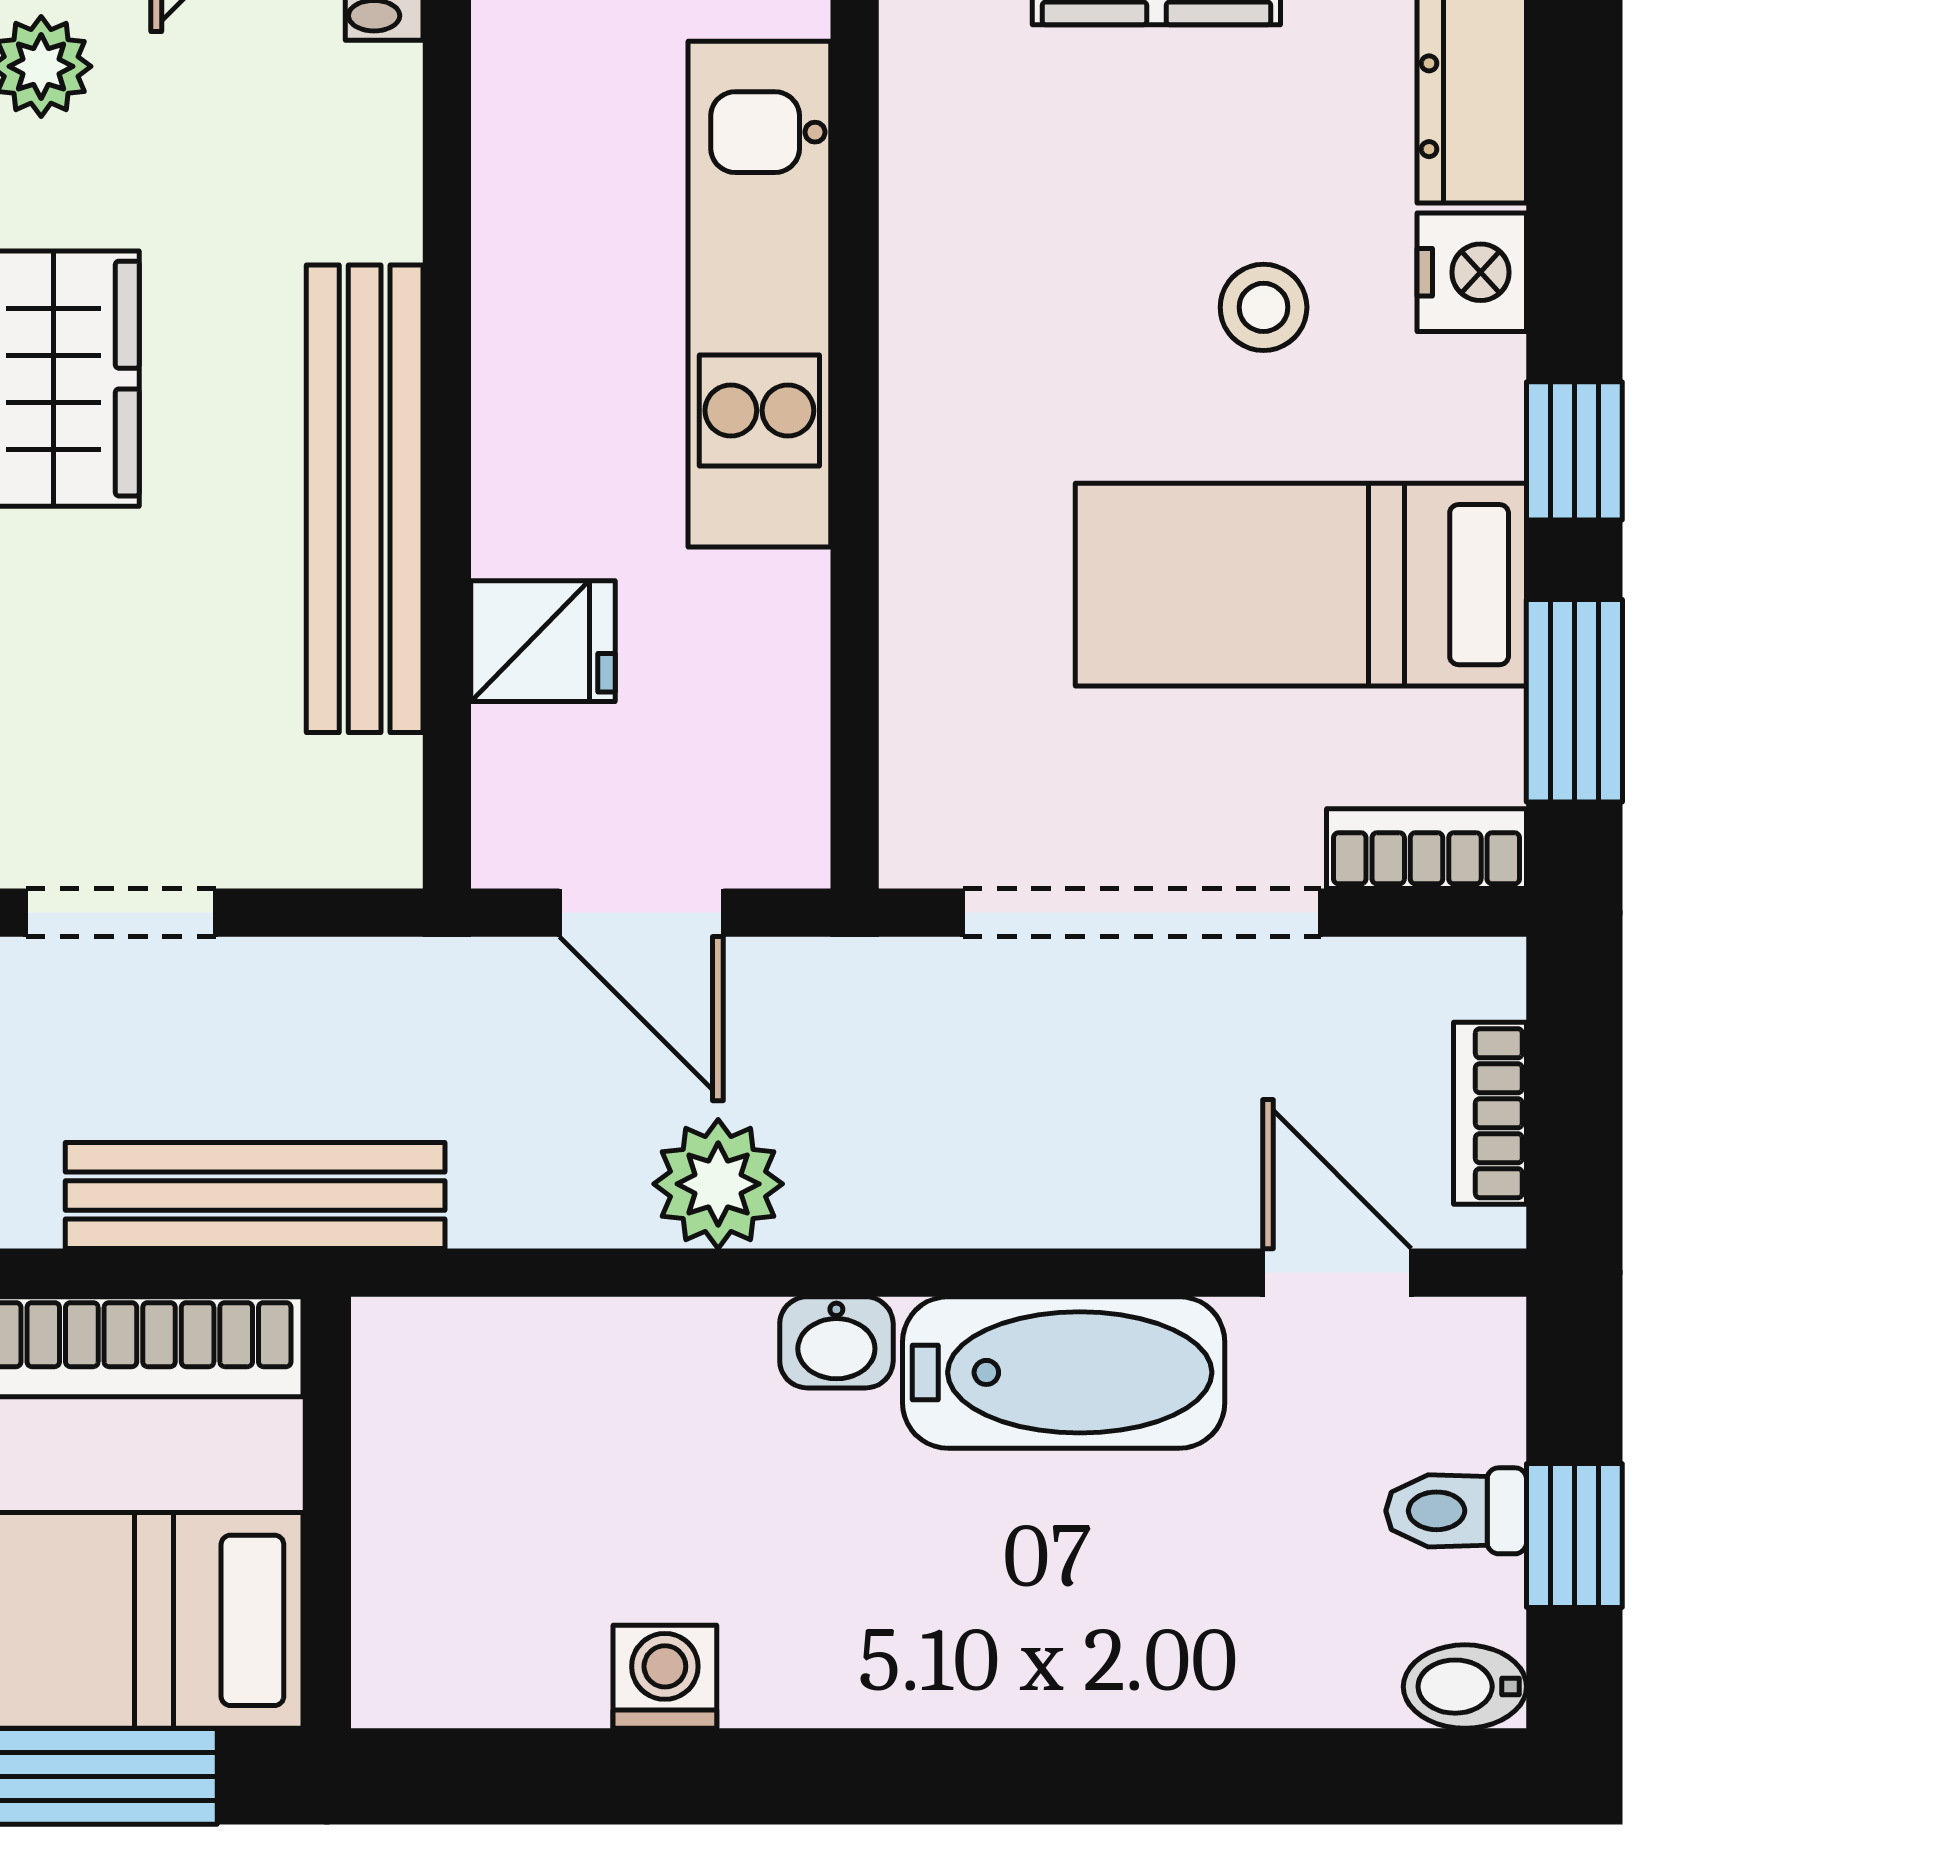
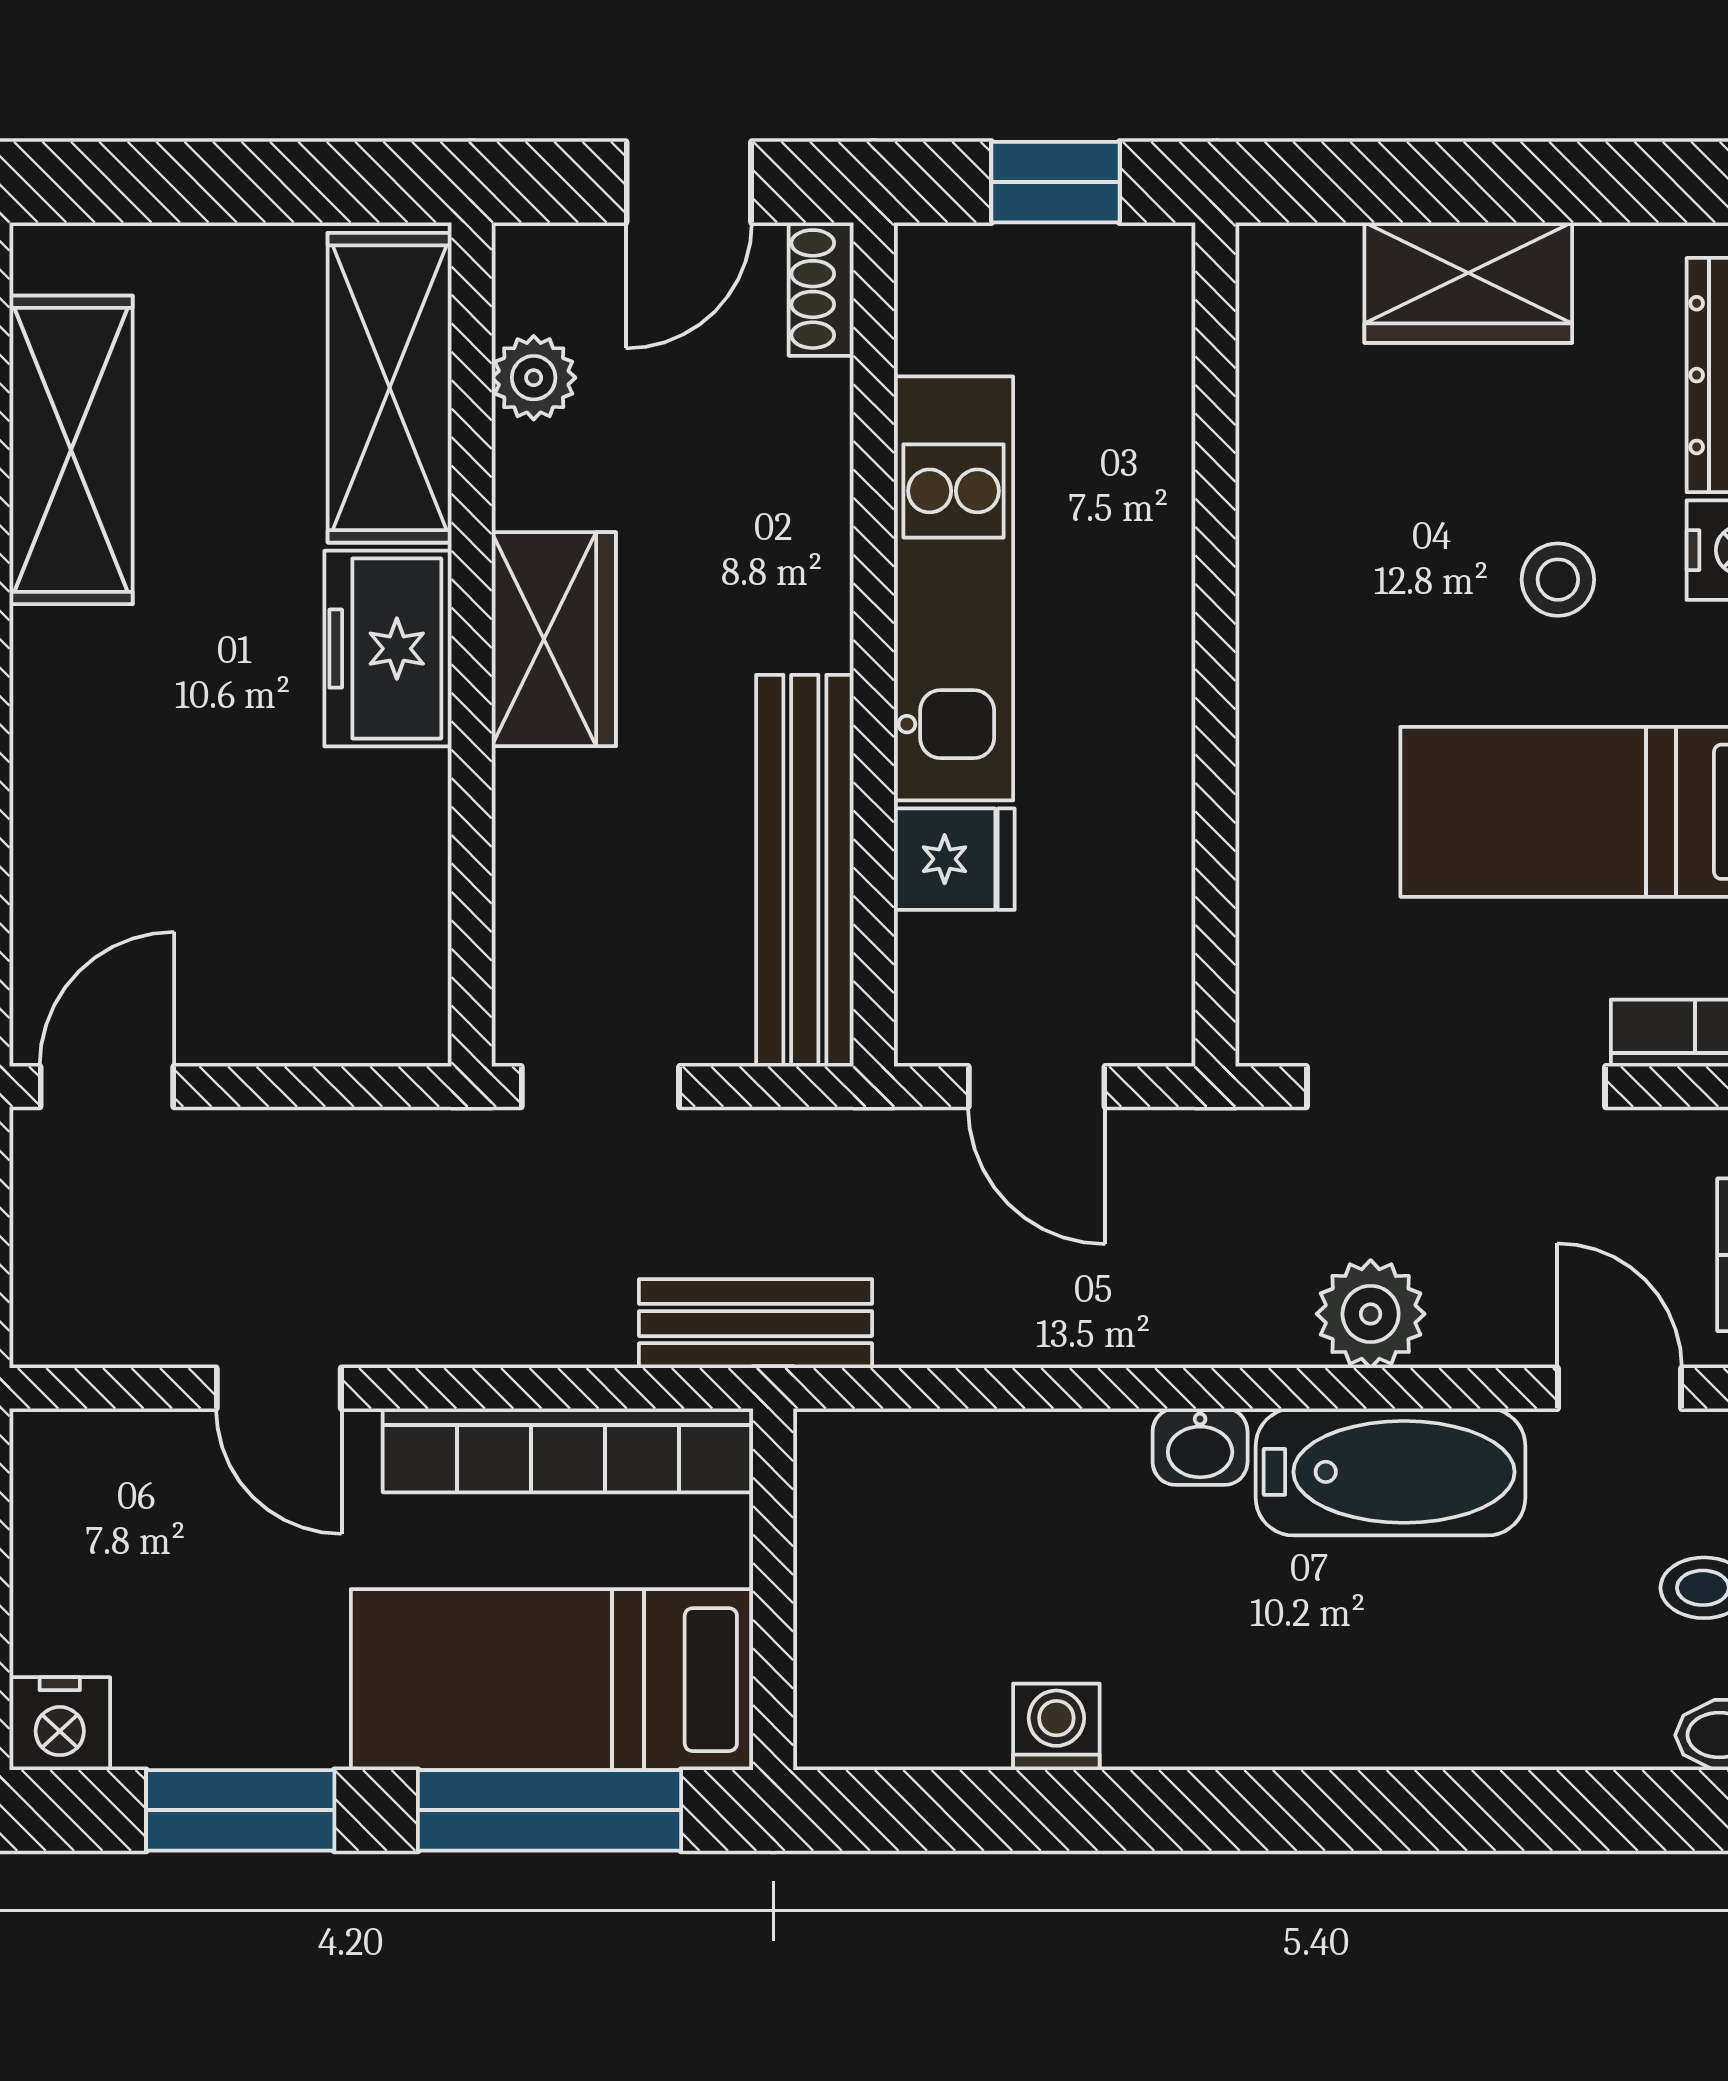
kitchen unit: (759, 294) -> (954, 588), moved, turned 180
bench: (365, 499) -> (805, 871), moved
plant: (718, 1184) -> (1371, 1314), moved
bench: (255, 1195) -> (755, 1324), width x0.73

